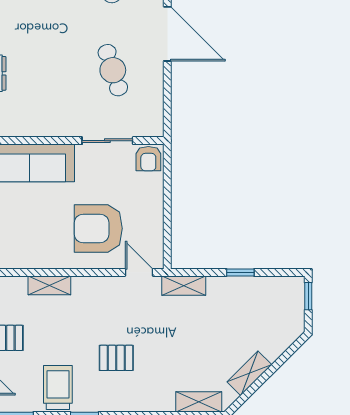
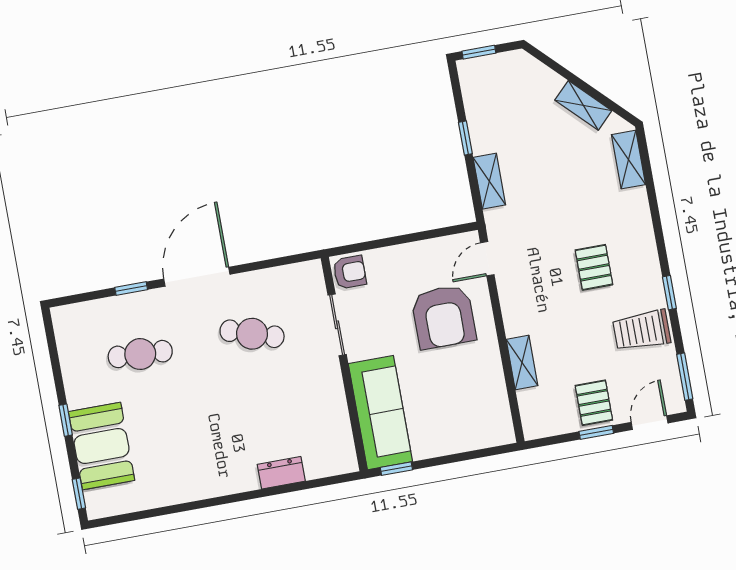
cafe table: (113, 70) -> (252, 334), turned 36
shelving: (184, 286) -> (489, 181), moved

